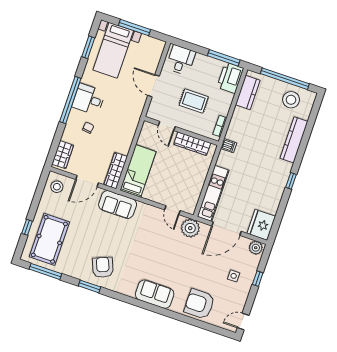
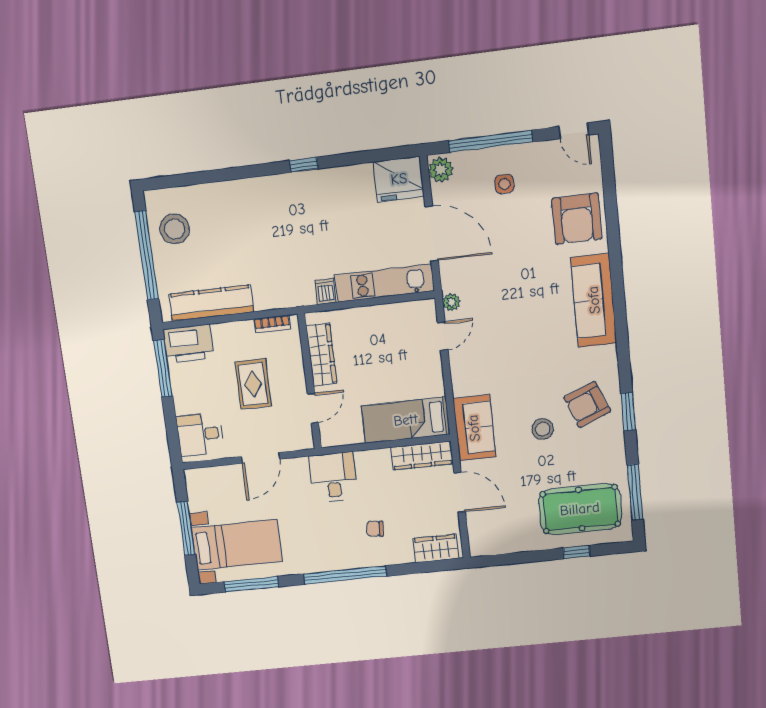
window: (88, 47) -> (251, 584), width x1.44
kitchen counter: (248, 92) -> (211, 303), width x1.50
desk: (89, 99) -> (333, 477), moved, turned 180
kitchen counter: (294, 140) -> (236, 193), removed
dishwasher: (229, 146) -> (326, 291), moved
stool: (57, 187) -> (543, 429), moved
plant: (190, 228) -> (451, 302), width x0.53, depth x0.53
window: (258, 279) -> (491, 141), width x3.17
sofa: (155, 294) -> (594, 300), width x1.36

